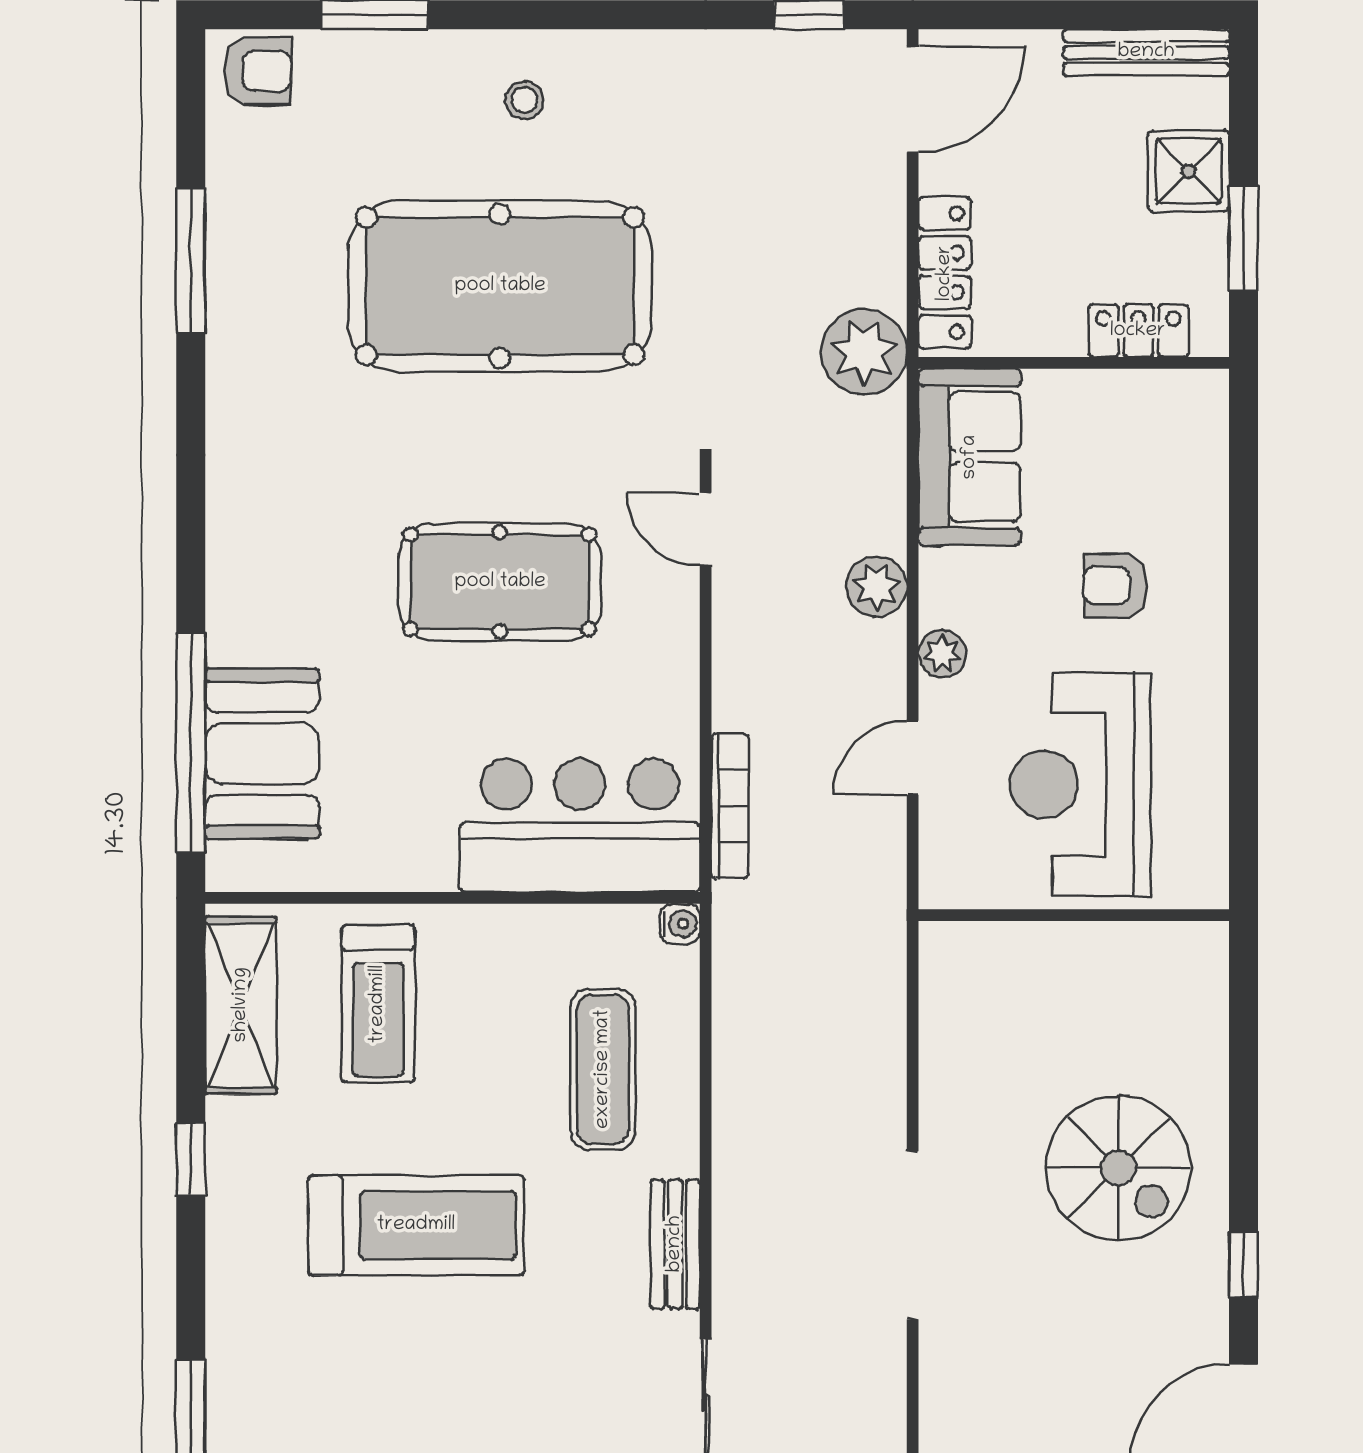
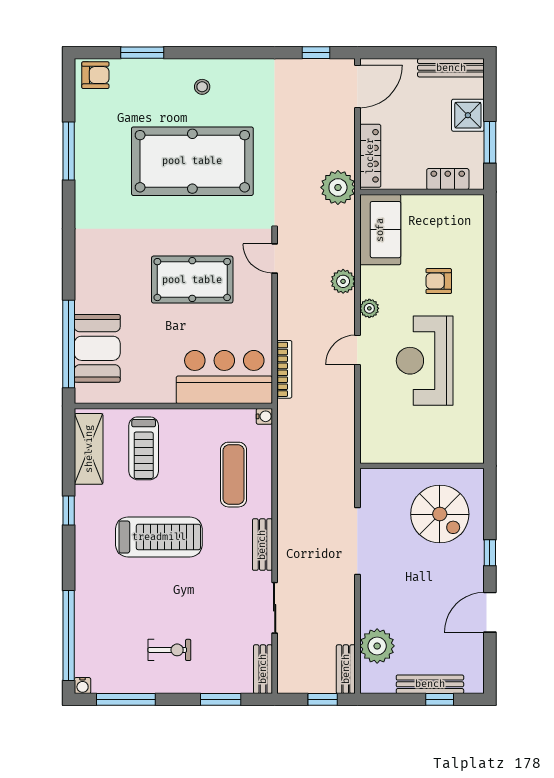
wall: (1074, 915) -> (422, 466), moved

